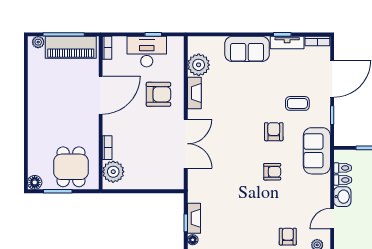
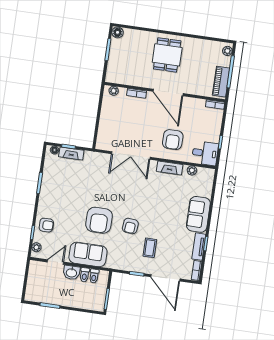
piano: (71, 47) -> (221, 82), width x0.73, depth x0.75
desk: (147, 52) -> (205, 153), moved, width x0.73
plant: (199, 65) -> (192, 170), width x0.53, depth x0.53
door: (101, 95) -> (168, 92), moved
armchair: (274, 132) -> (130, 226), turned 96
sofa: (317, 151) -> (88, 254), moved
dining table: (71, 167) -> (167, 55), moved, turned 90
plant: (113, 172) -> (114, 91), width x0.53, depth x0.53
armchair: (272, 172) -> (99, 220), width x1.88, depth x1.88
door: (332, 219) -> (55, 262), hinge flipped

